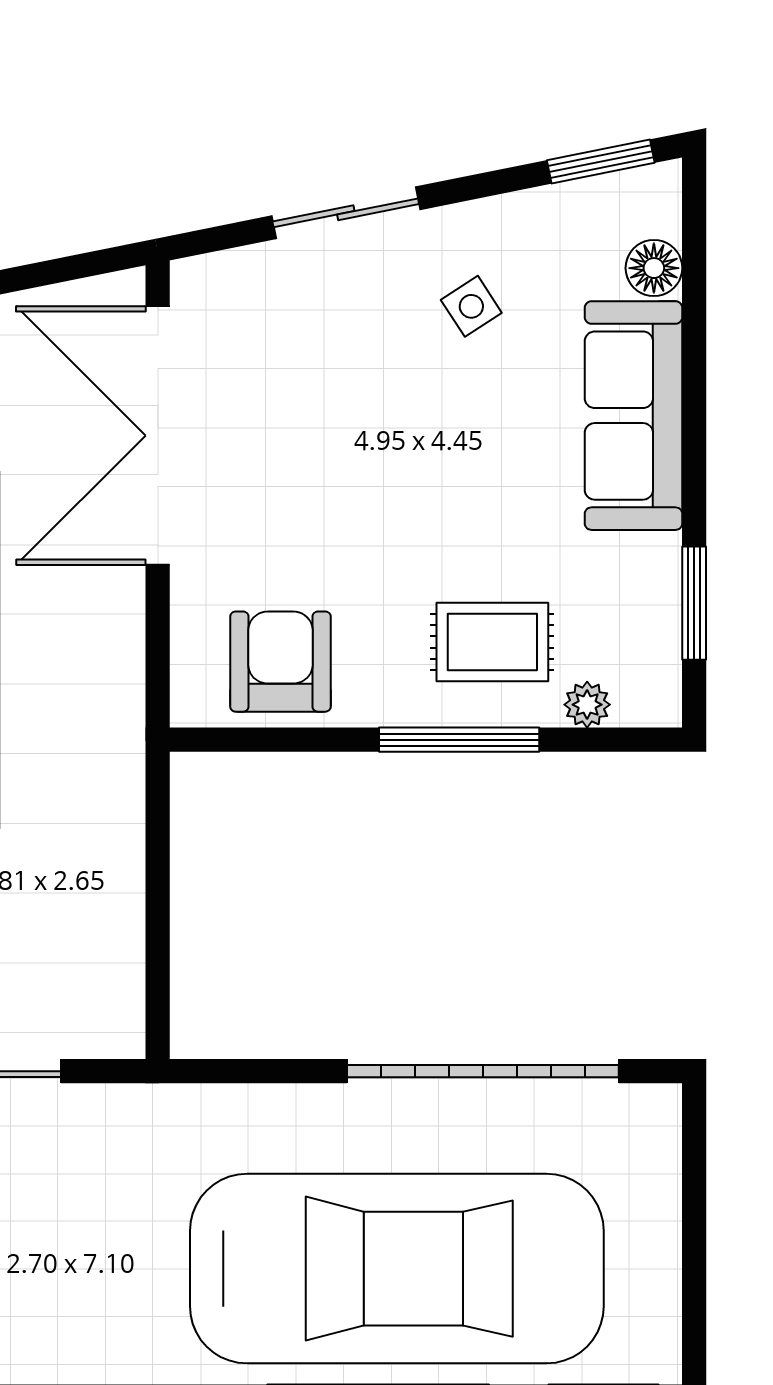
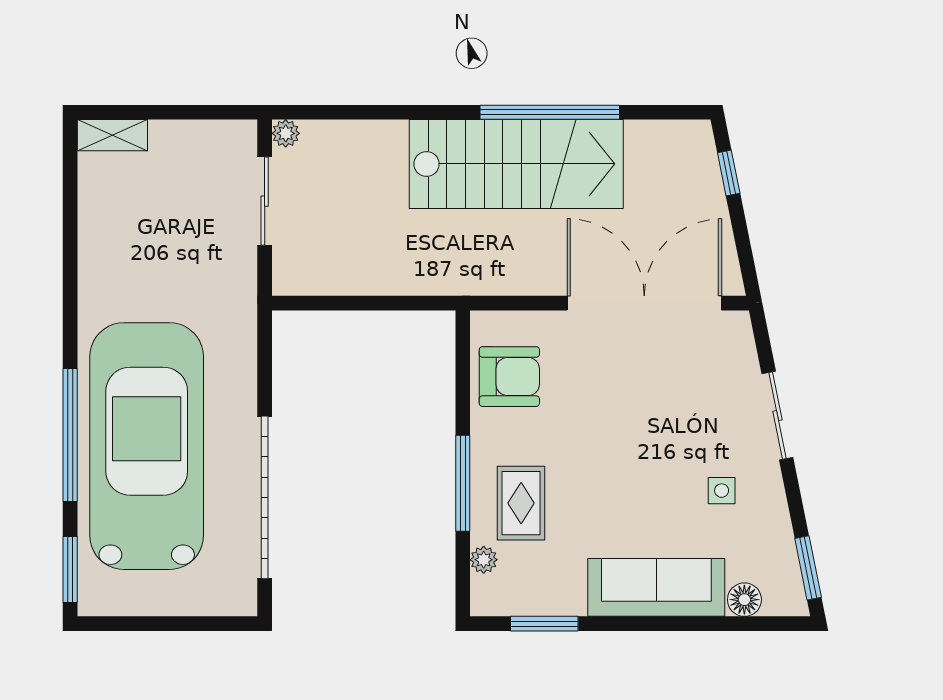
side table: (471, 306) -> (722, 491), turned 33
car: (397, 1269) -> (147, 446), turned 180

